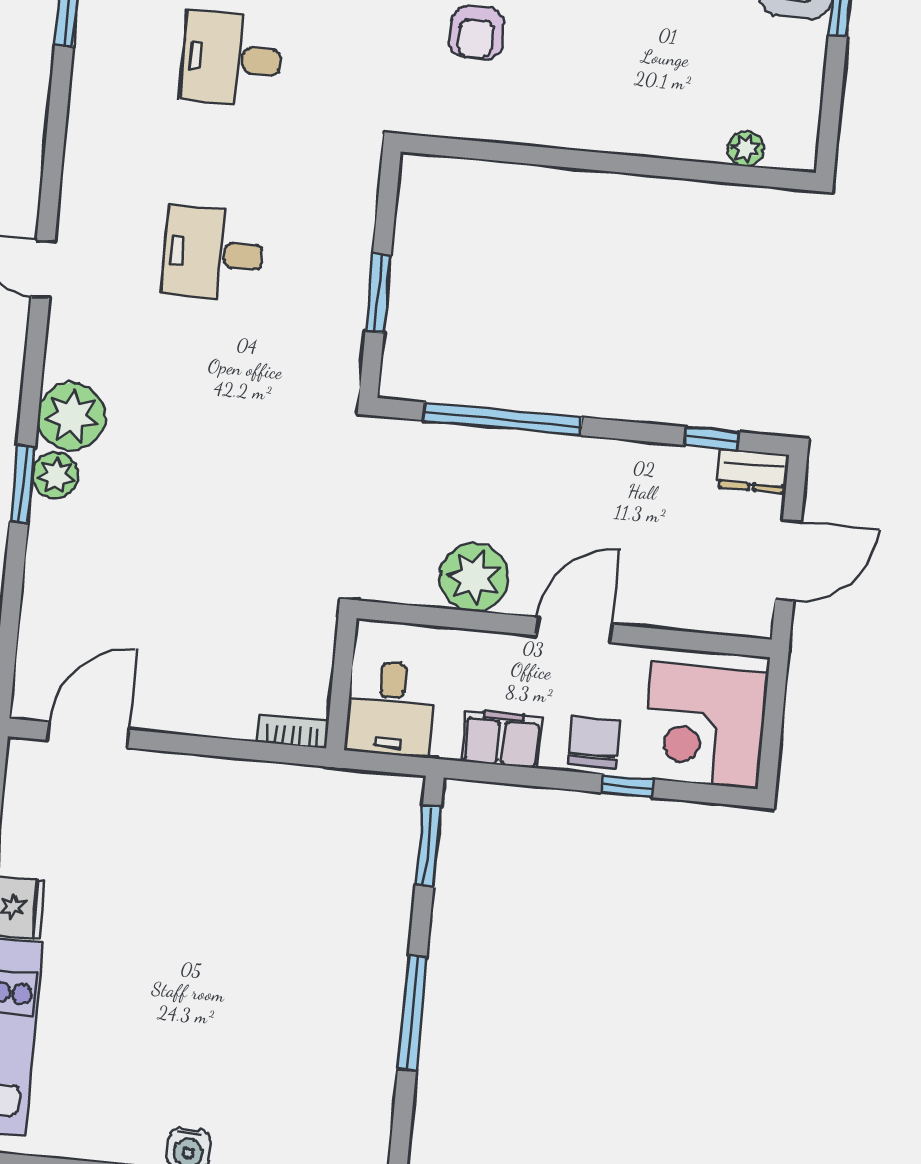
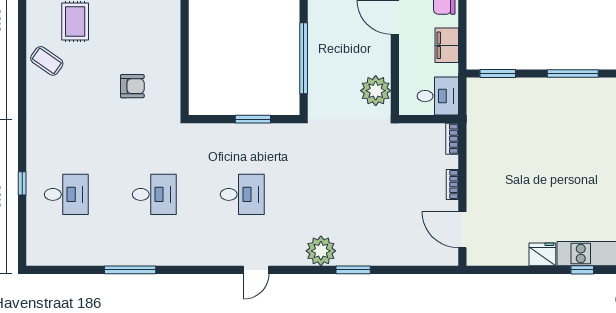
desk: (232, 59) -> (154, 194), turned -90
desk: (213, 254) -> (242, 194), turned -90
plant: (56, 475) -> (348, 255), removed
plant: (474, 577) -> (376, 91), moved
bookcase: (191, 722) -> (452, 184), added

